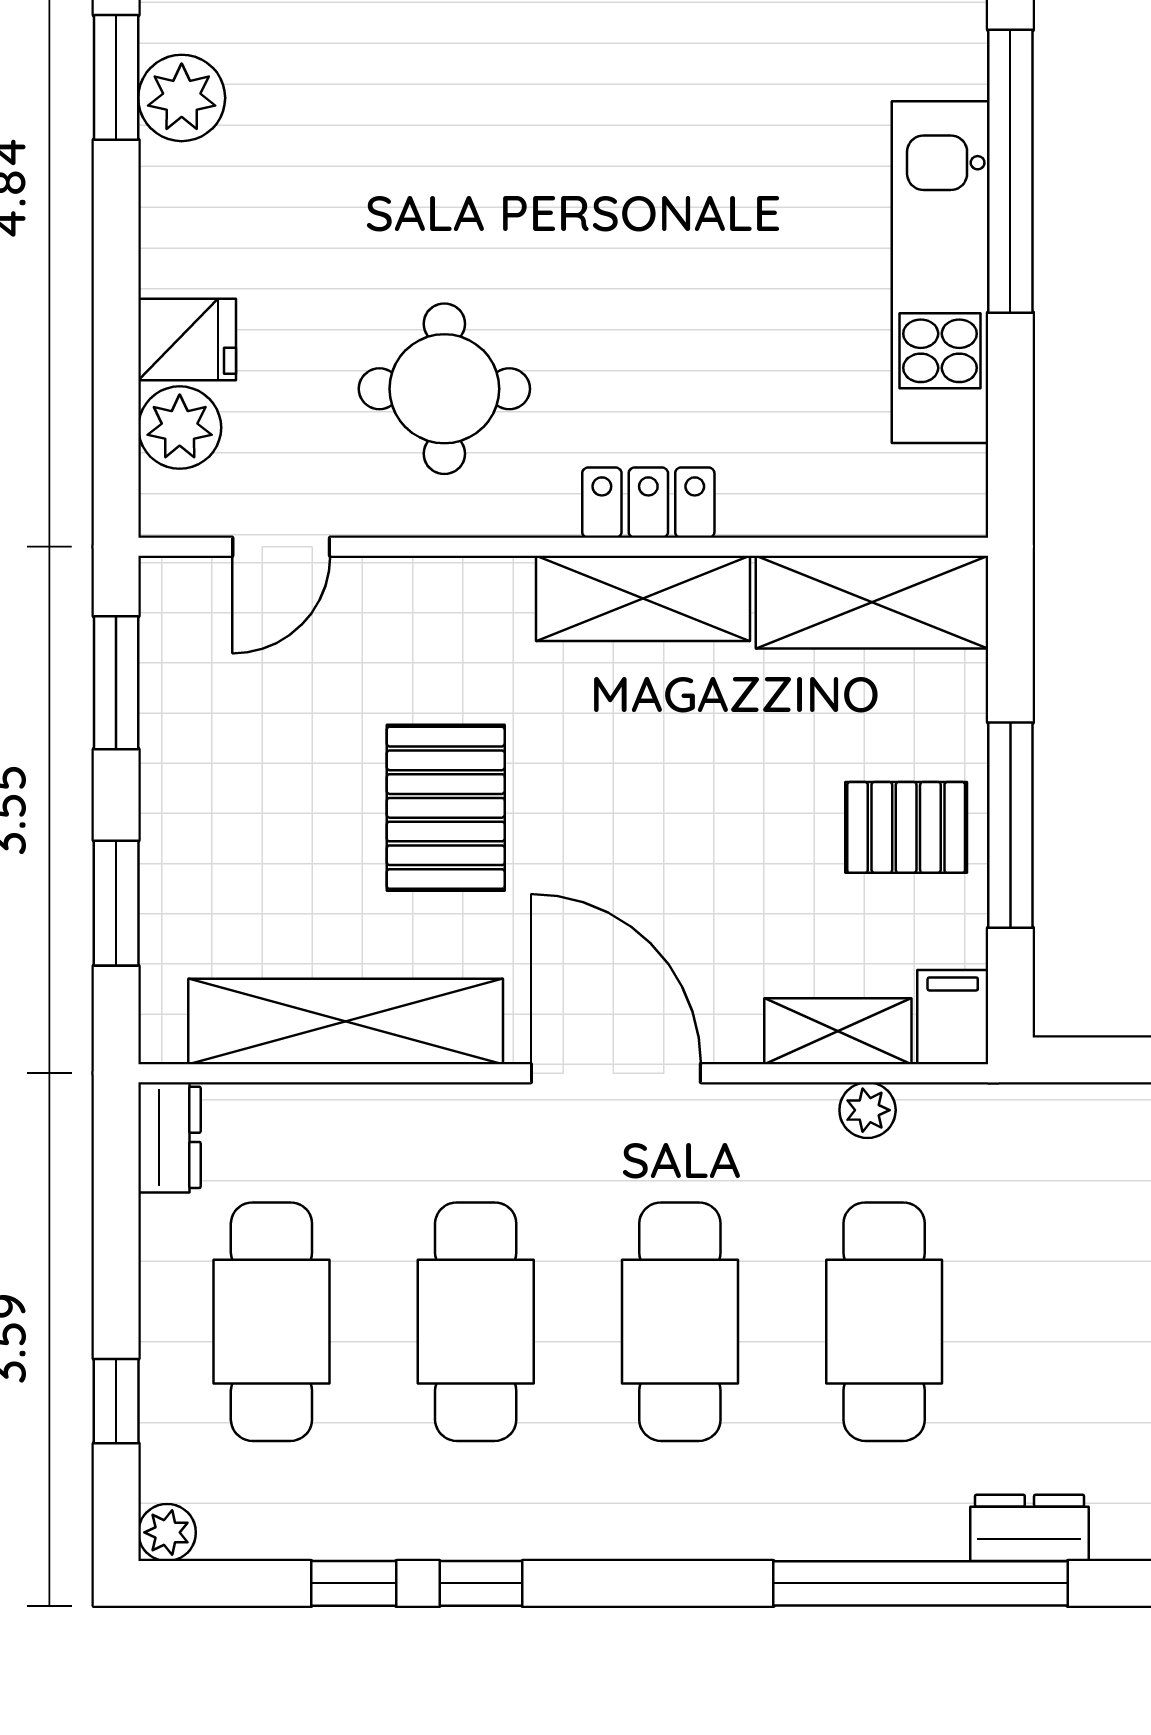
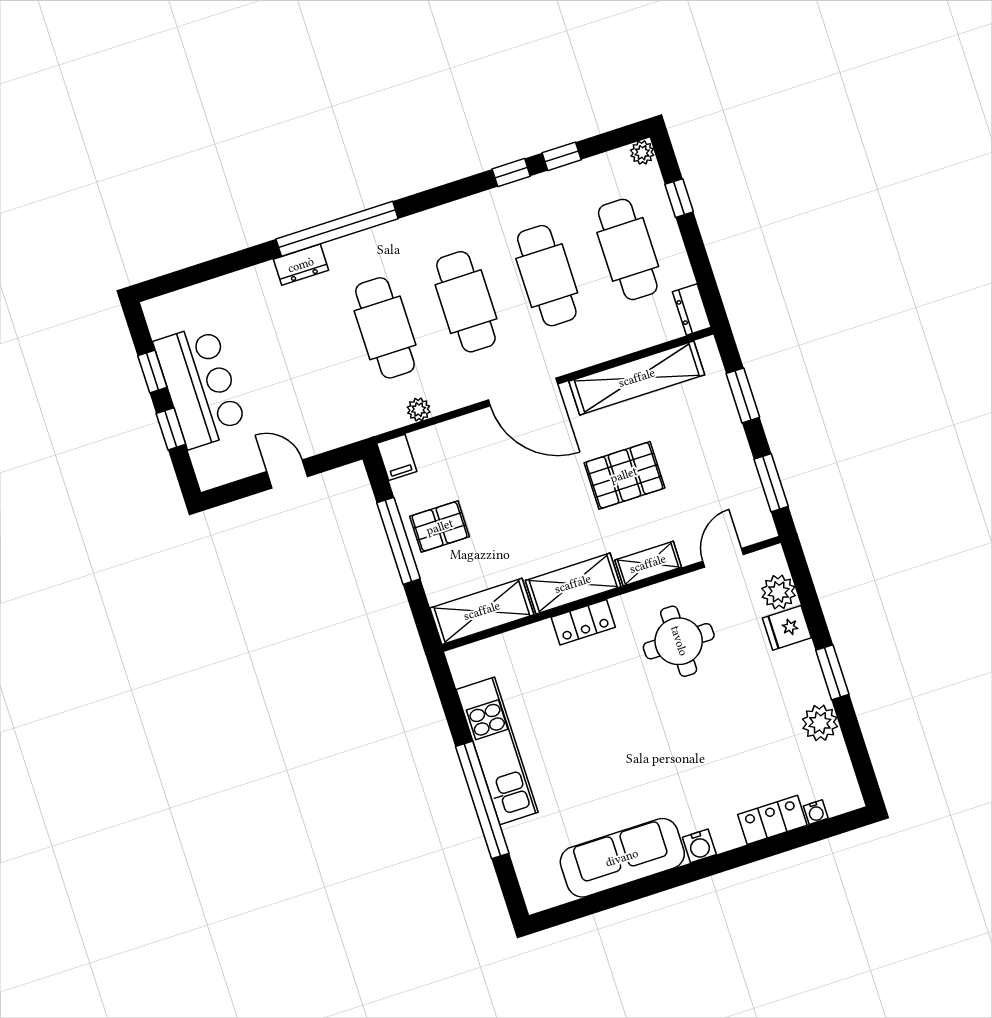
window: (116, 77) -> (832, 672), moved
pallet: (446, 808) -> (624, 475), turned 90
shelving: (838, 1031) -> (648, 564), moved

